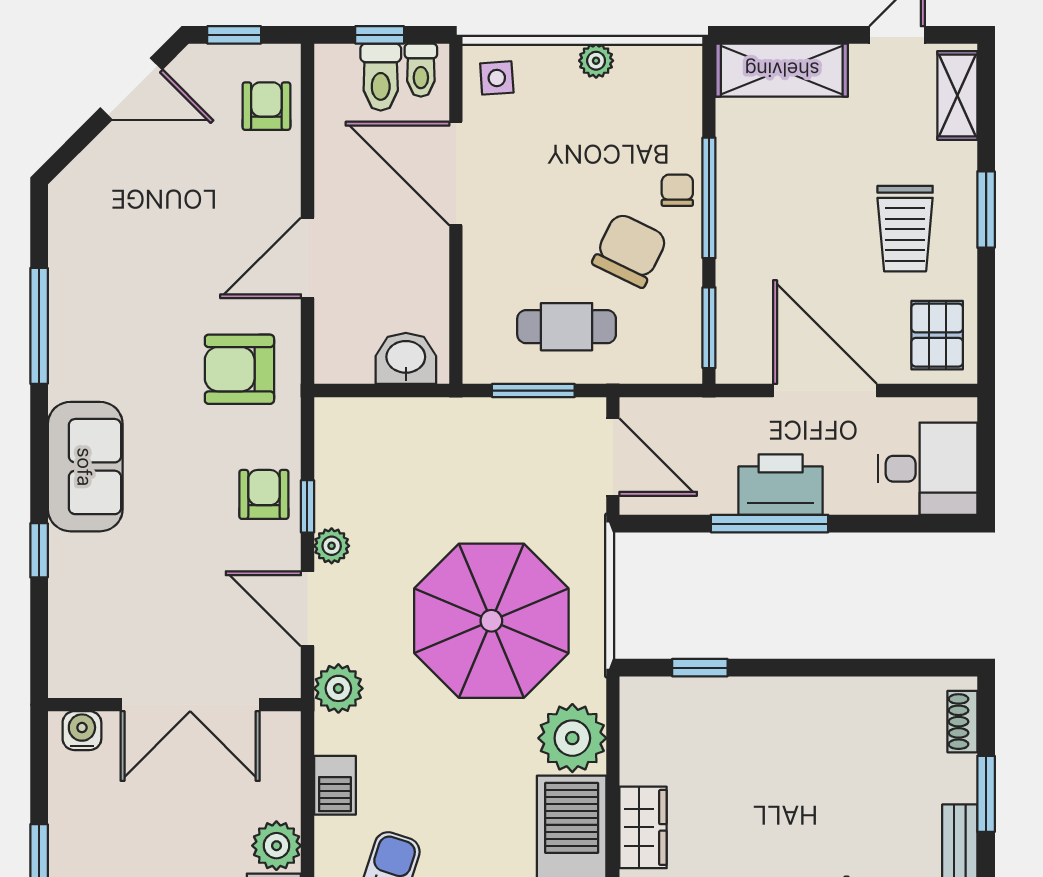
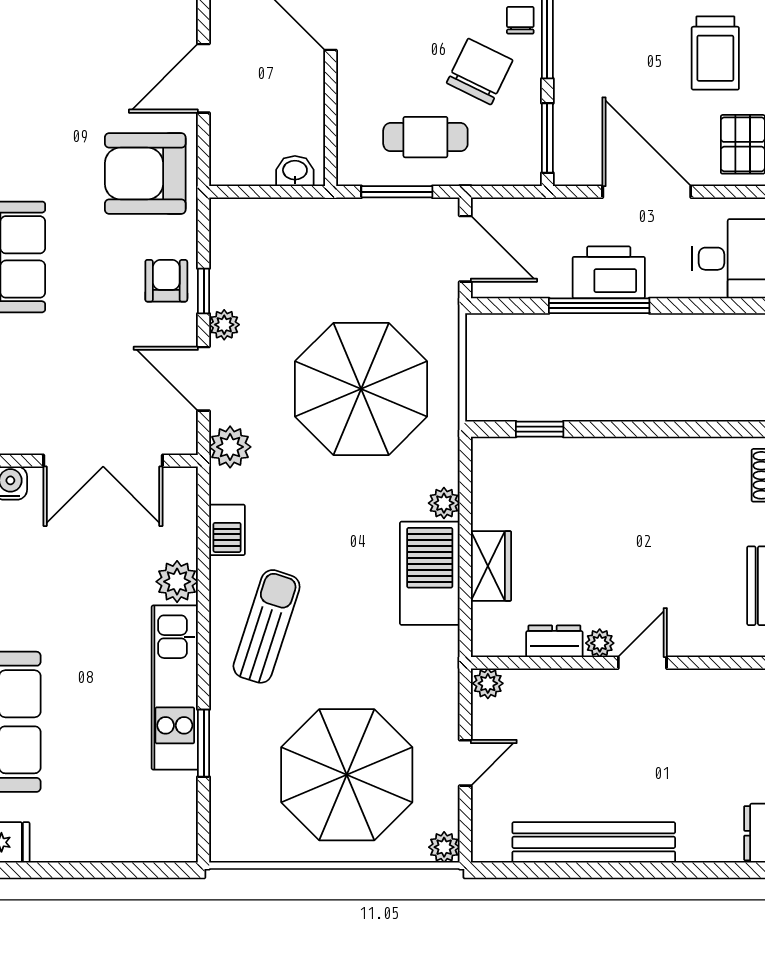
washbasin: (406, 358) -> (295, 171), width x0.72, depth x0.69
armchair: (239, 369) -> (145, 174), width x1.36, depth x1.36
plant: (572, 738) -> (444, 503), width x0.53, depth x0.53

